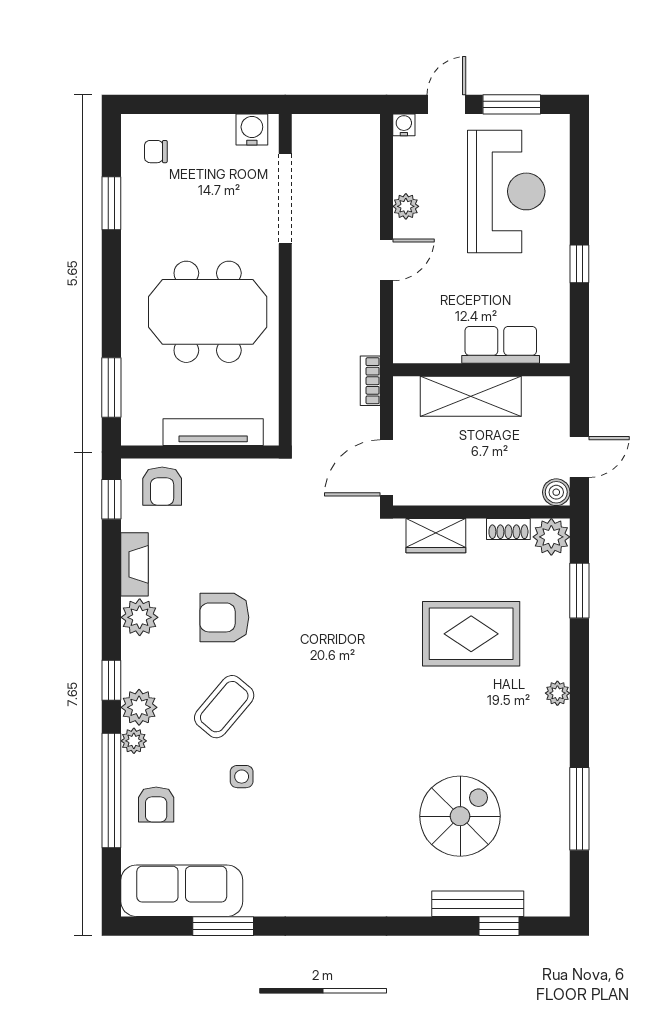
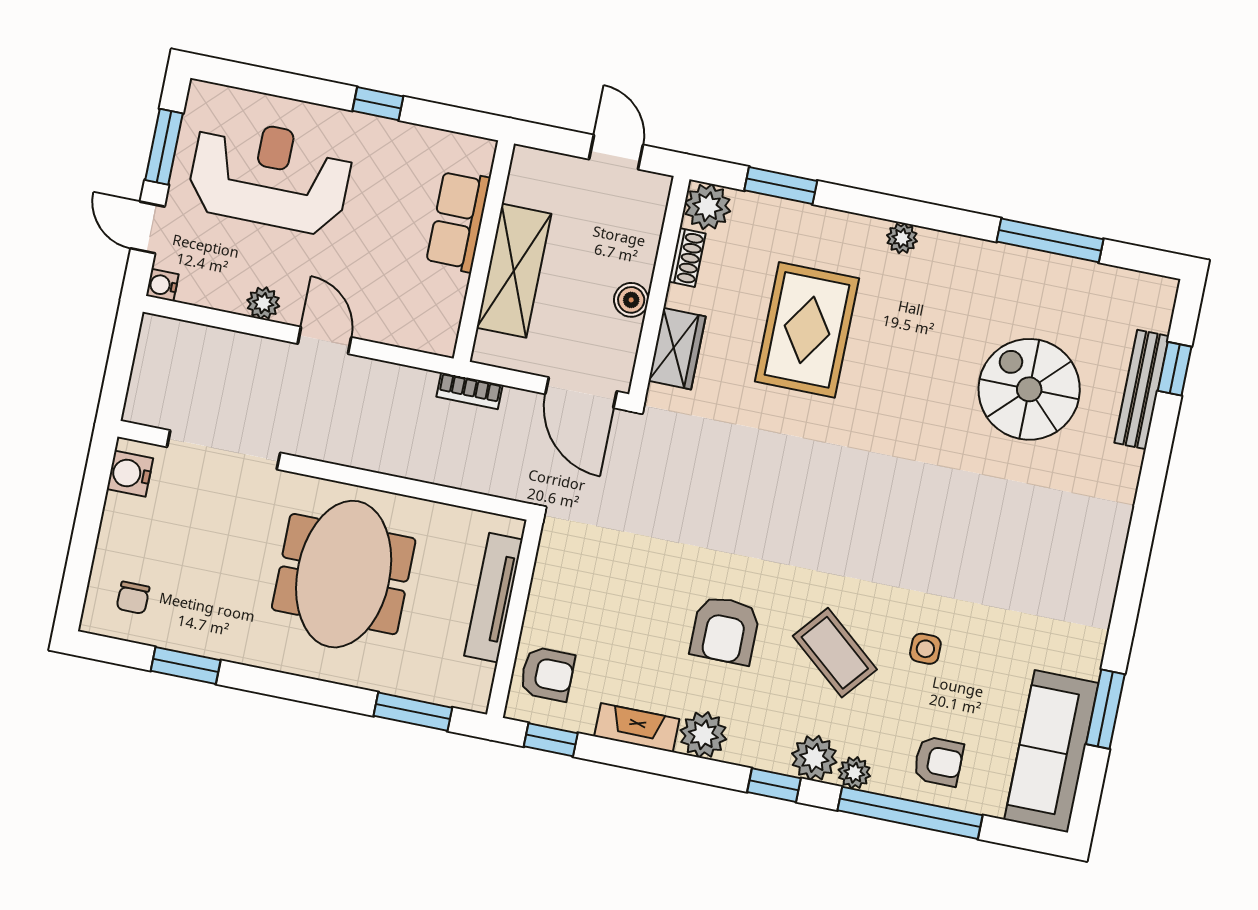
boiler: (556, 492) -> (631, 300), moved

